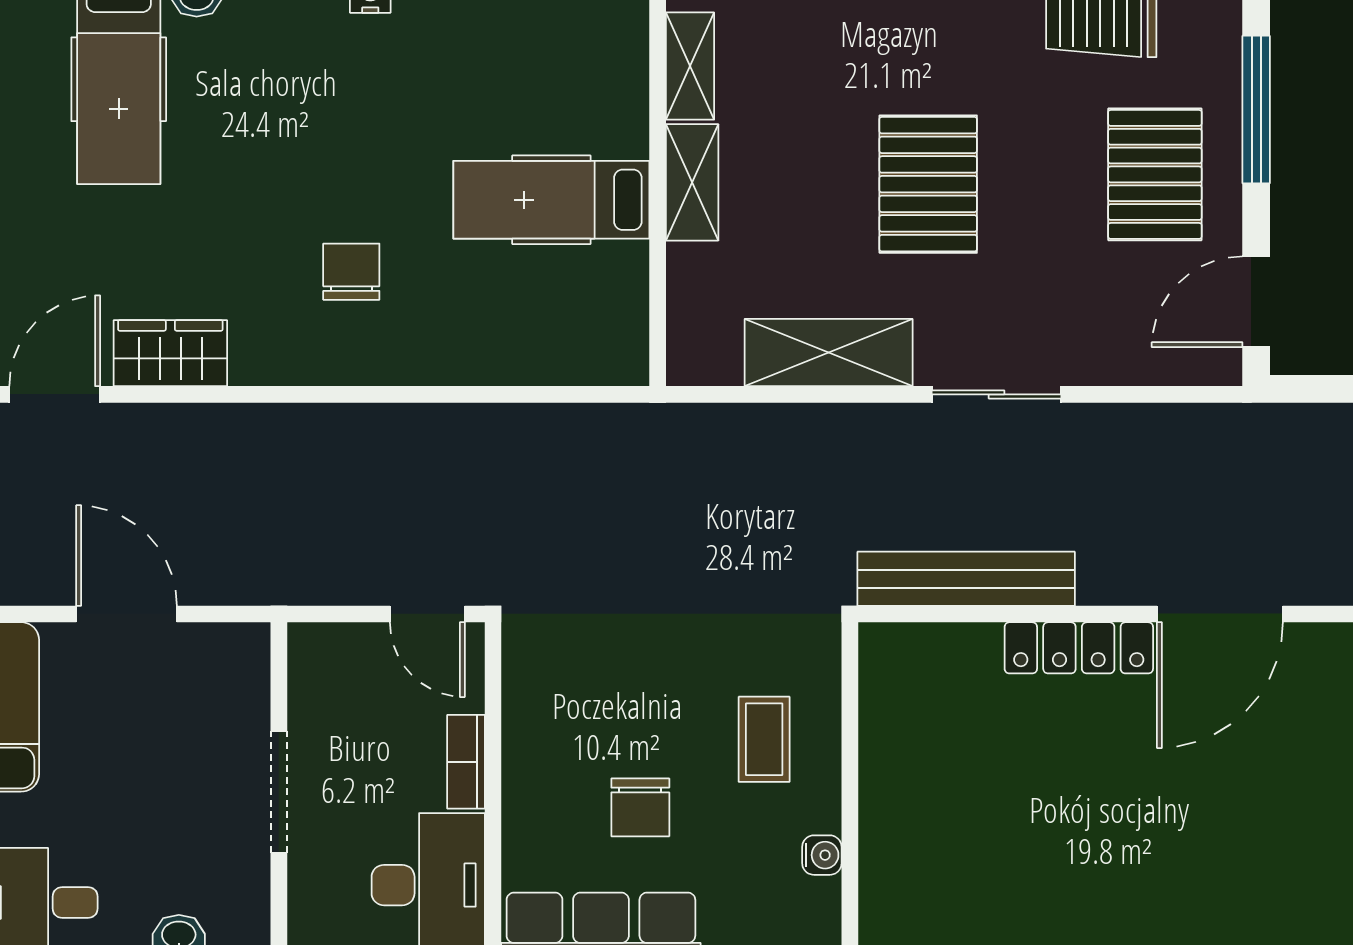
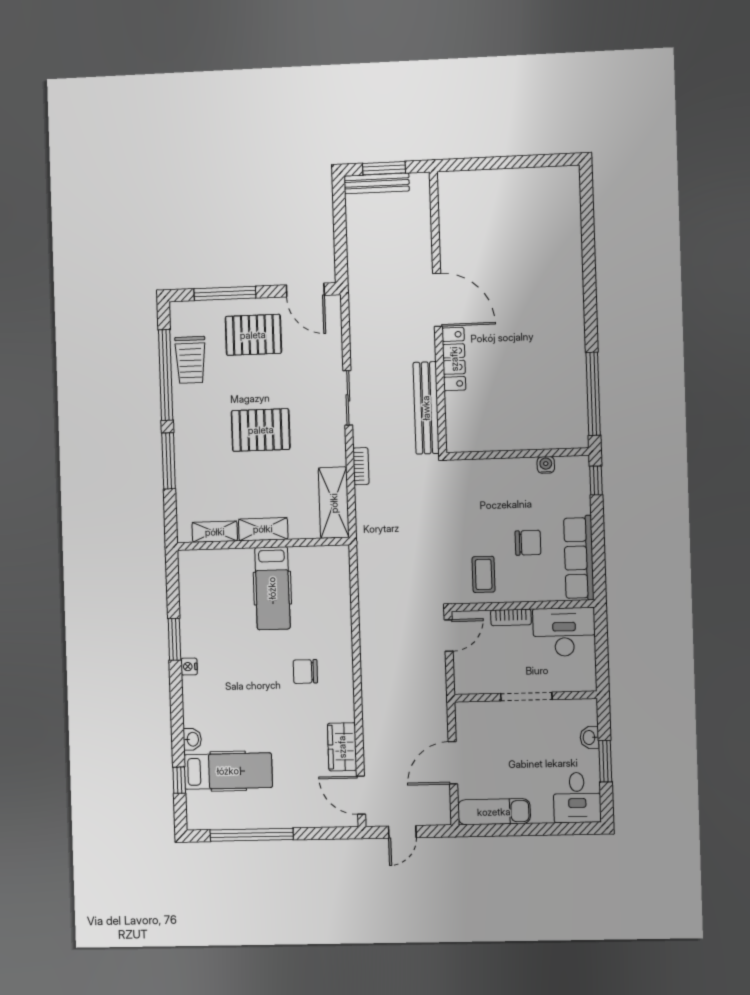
shelving: (829, 353) -> (334, 503), moved
bookcase: (834, 420) -> (361, 466), added
coffee table: (764, 739) -> (484, 574), moved, turned 90

